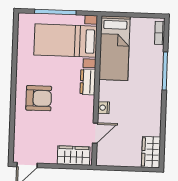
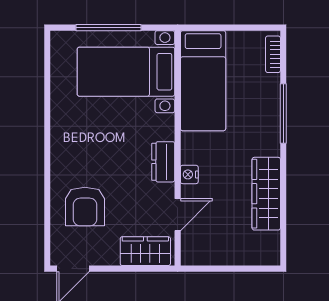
dresser: (88, 82) -> (163, 162), moved
armchair: (39, 98) -> (85, 207), moved, turned 90
wardrobe: (151, 152) -> (266, 194), moved, width x1.50

